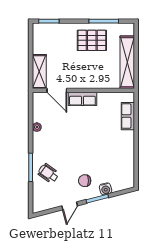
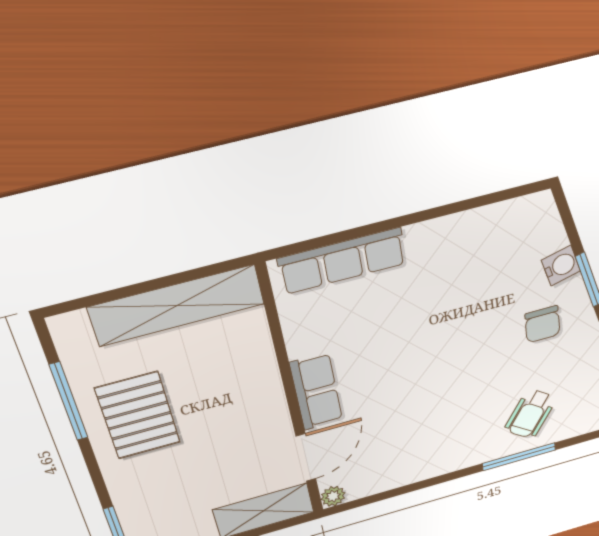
row of seats: (128, 116) -> (342, 261), width x1.48
plant: (37, 127) -> (333, 496), moved

